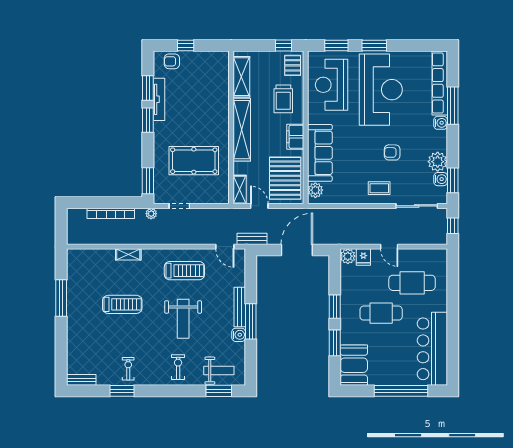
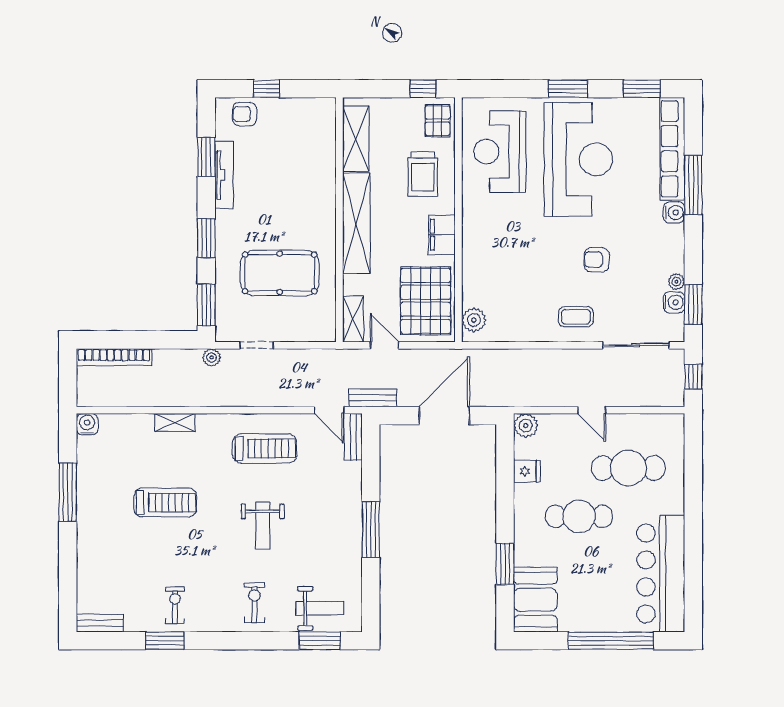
window: (336, 45) -> (642, 89), moved
window: (148, 120) -> (206, 238), moved
sofa: (320, 153) -> (481, 260), removed
plant: (438, 162) -> (676, 282), width x0.53, depth x0.53
bookcase: (111, 213) -> (114, 357), moved
fridge: (363, 257) -> (527, 471), moved, turned -90
bench: (240, 307) -> (353, 437), moved, width x0.73
window: (335, 307) -> (505, 506), removed
weight bench: (183, 319) -> (263, 525), width x0.73, depth x0.75
water cooler: (239, 335) -> (87, 424), moved, turned -90

